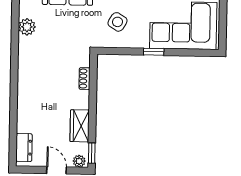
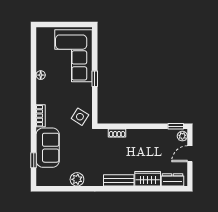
side table: (118, 22) -> (80, 117), moved
bench: (25, 80) -> (119, 180), added
wardrobe: (80, 126) -> (148, 179), moved, turned 180

